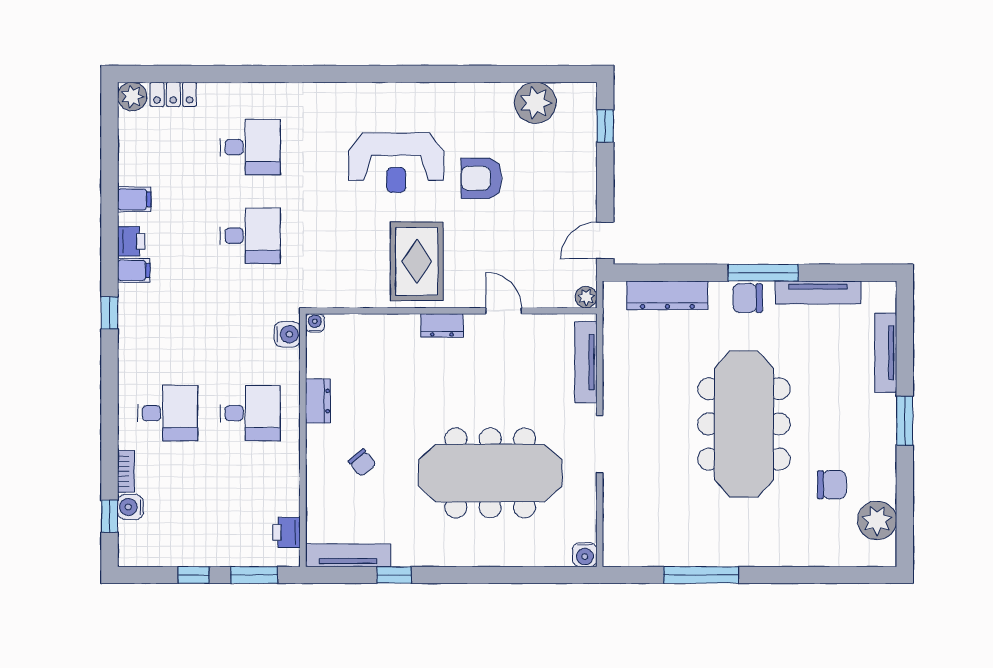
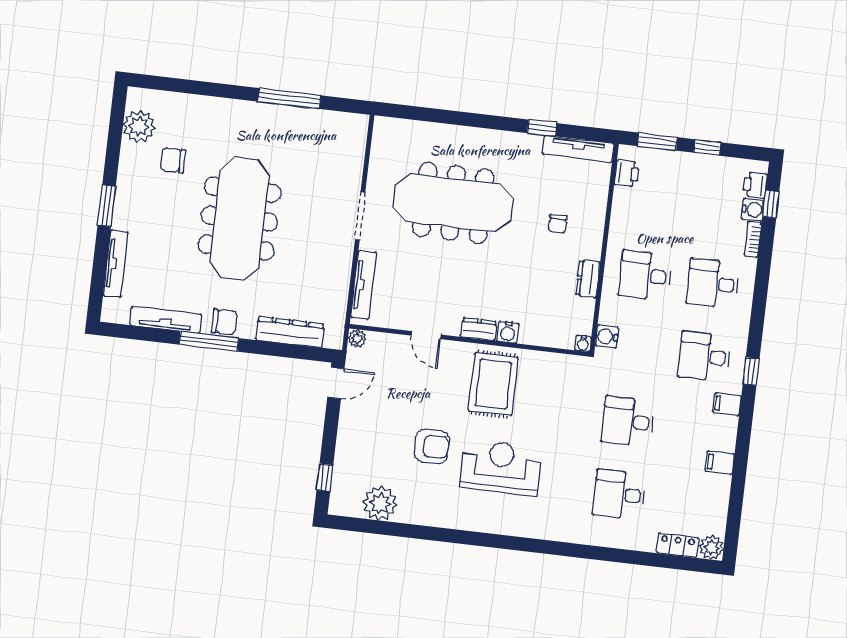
printer: (131, 241) -> (755, 185), moved
desk: (168, 324) -> (704, 356), added
chair: (362, 463) -> (558, 224), turned -140
water cooler: (585, 555) -> (508, 332), moved, turned 180

